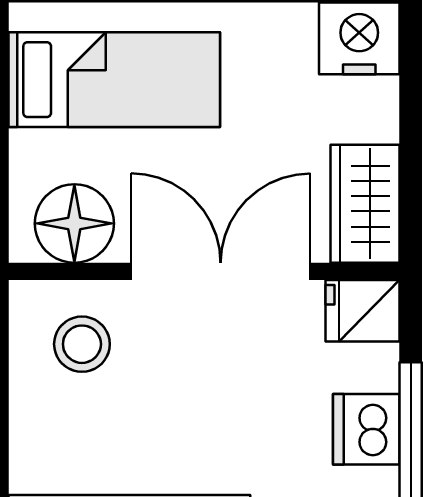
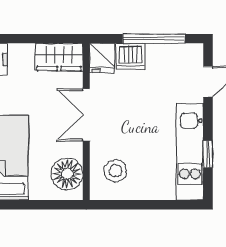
double door: (221, 271) -> (86, 115), width x0.73
dishwasher: (366, 429) -> (131, 56), moved

